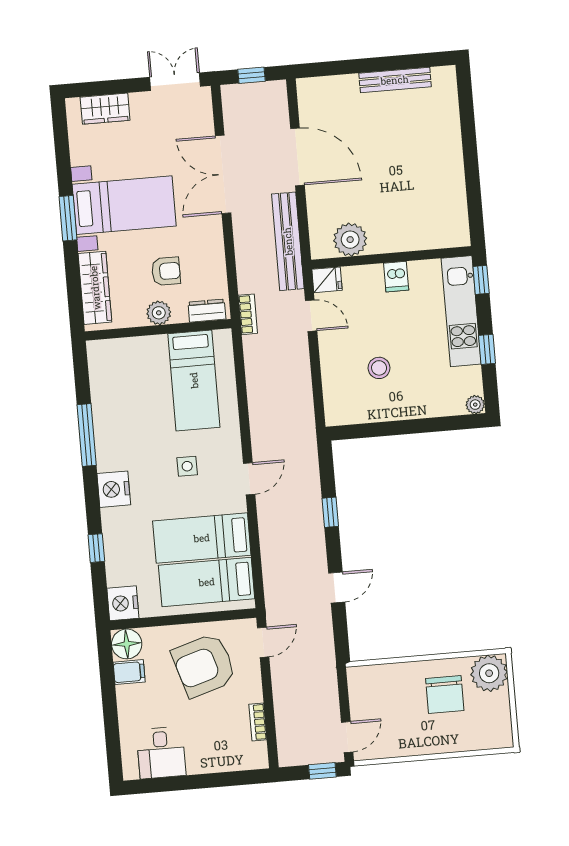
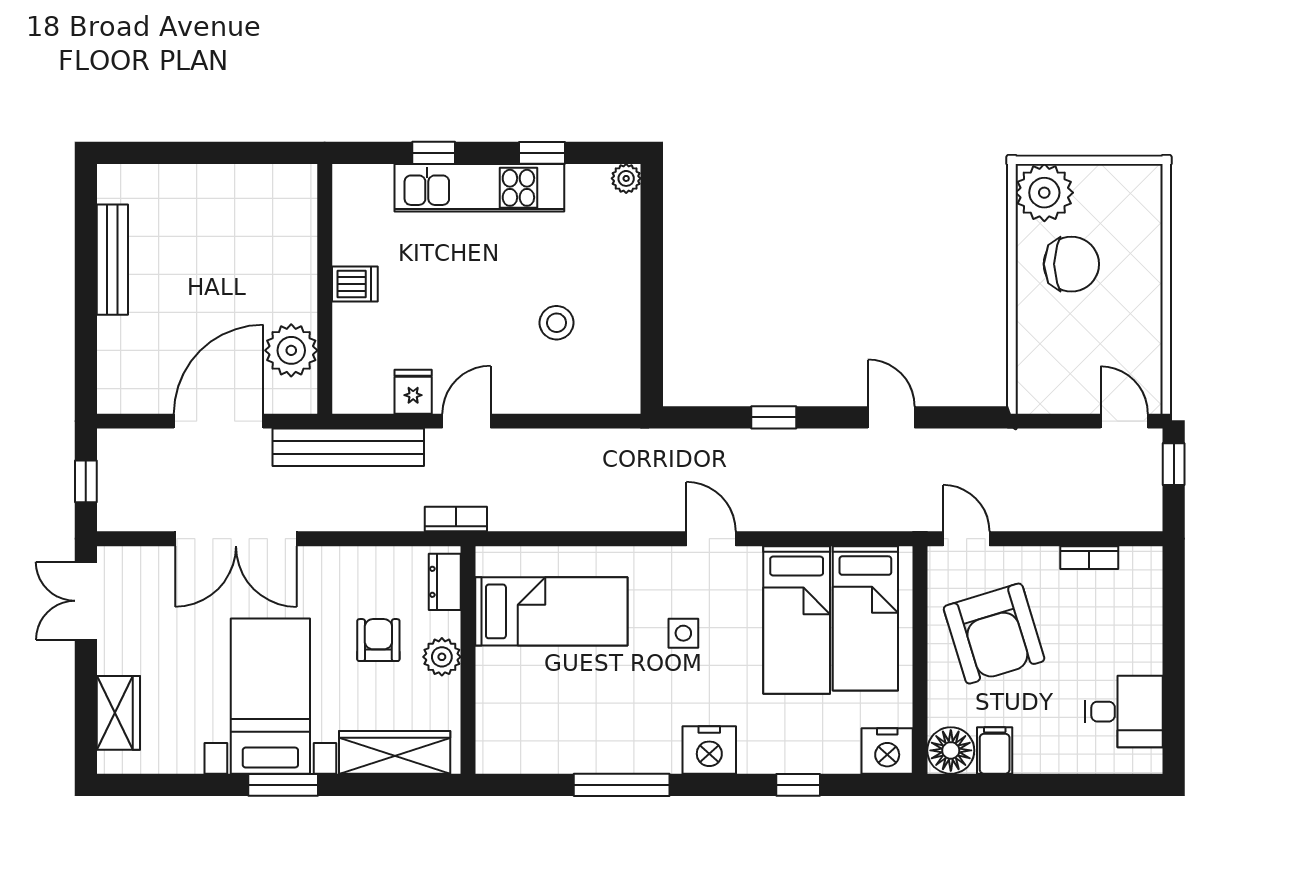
plant: (350, 240) -> (291, 350), moved
wall: (391, 258) -> (325, 289), moved
dishwasher: (396, 277) -> (355, 284), moved

